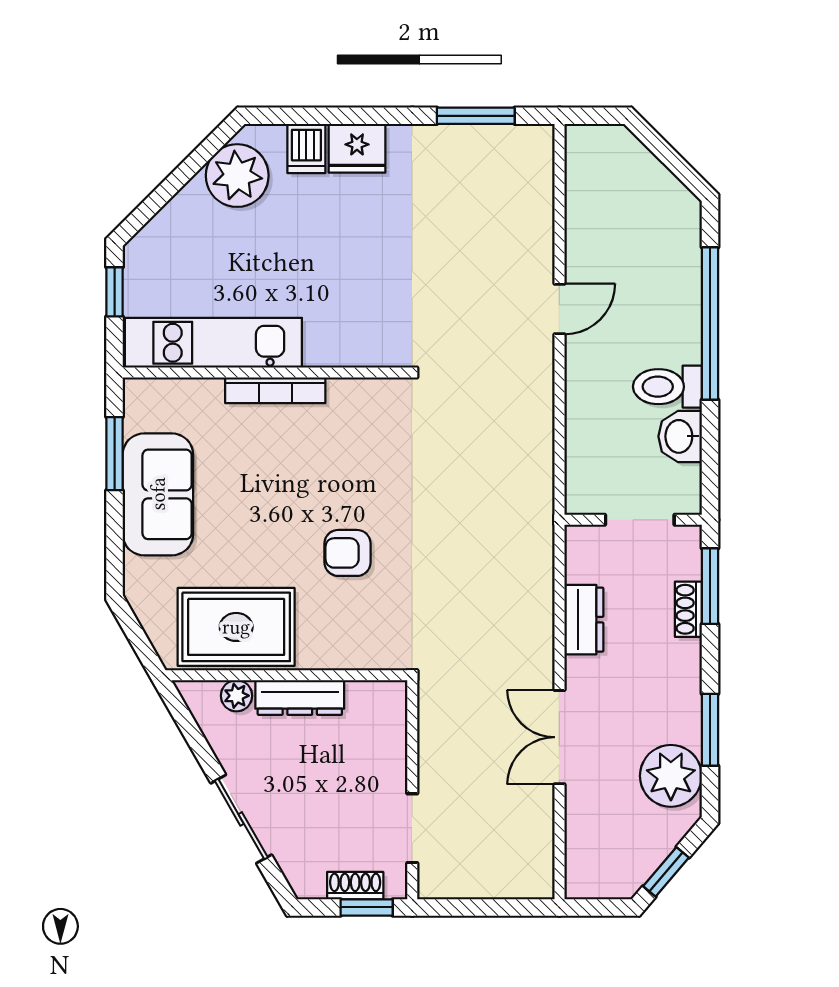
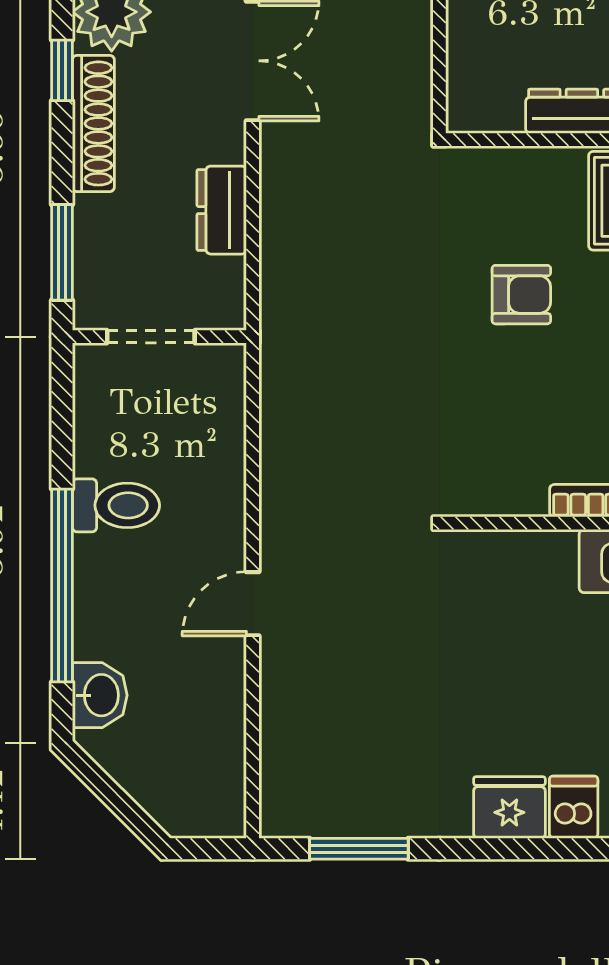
washbasin: (680, 436) -> (100, 695), moved
shoe rack: (688, 609) -> (93, 123), moved, width x1.94, depth x1.24
window: (710, 730) -> (62, 70), width x0.67

